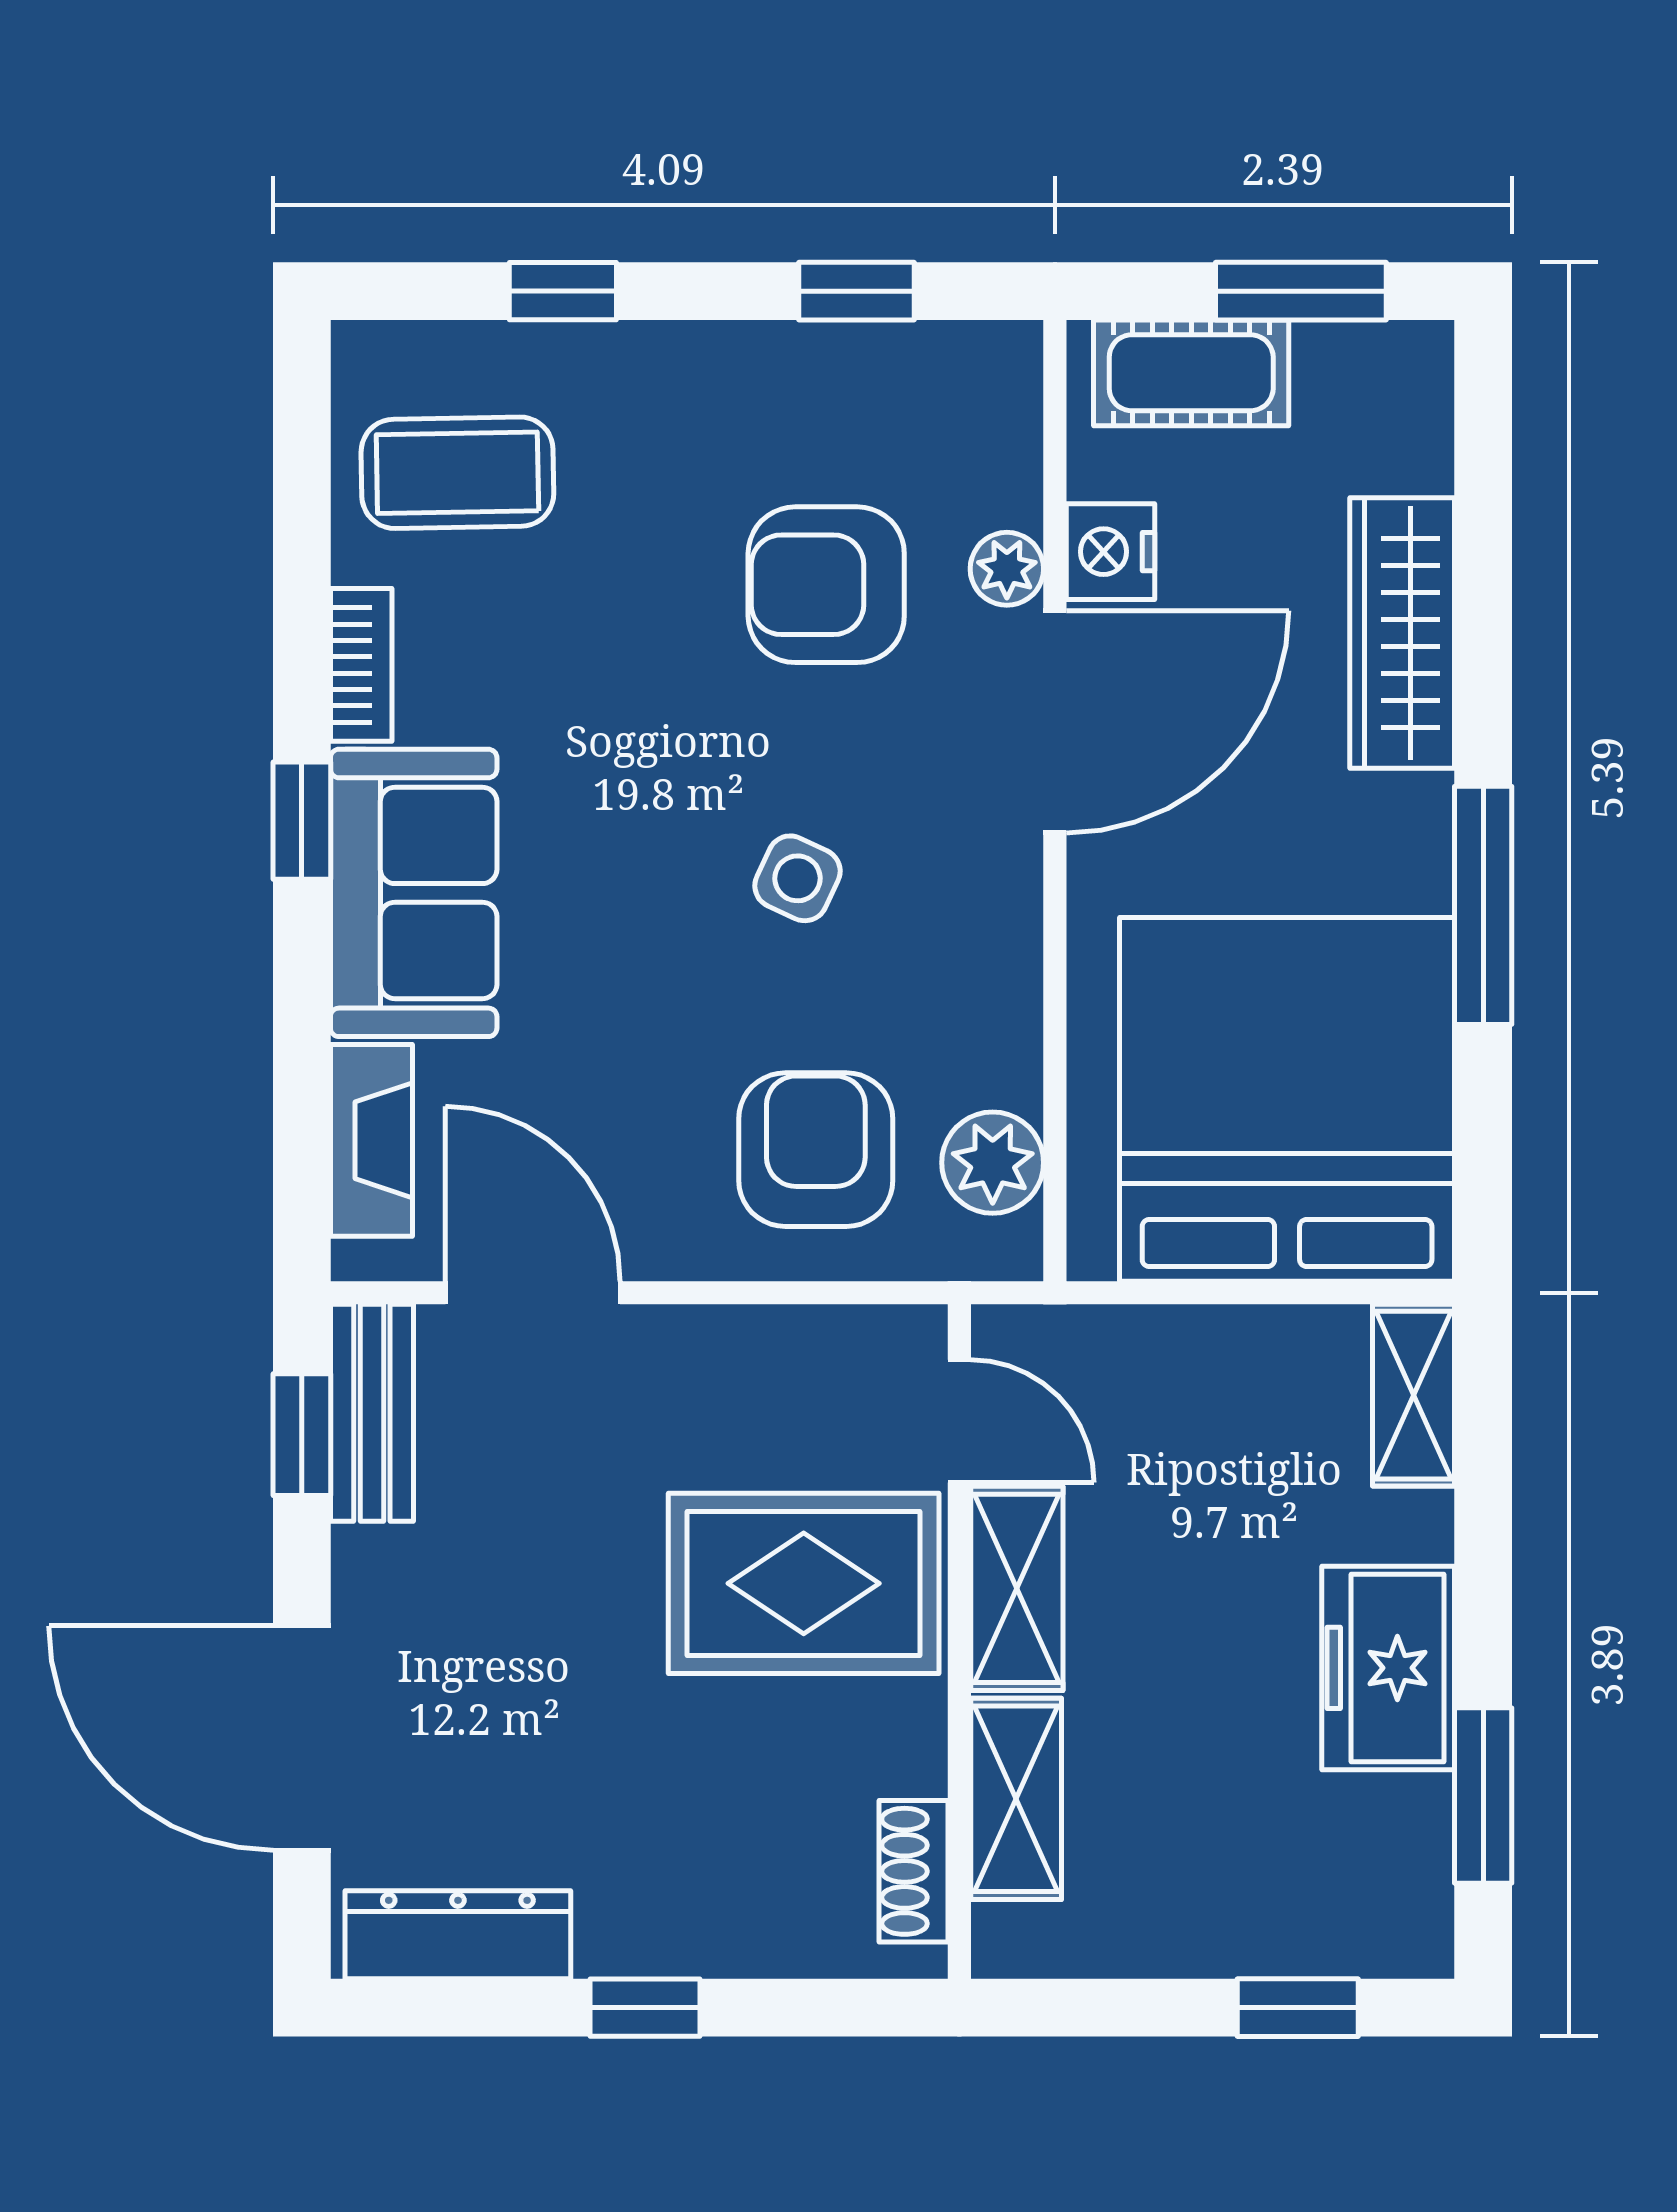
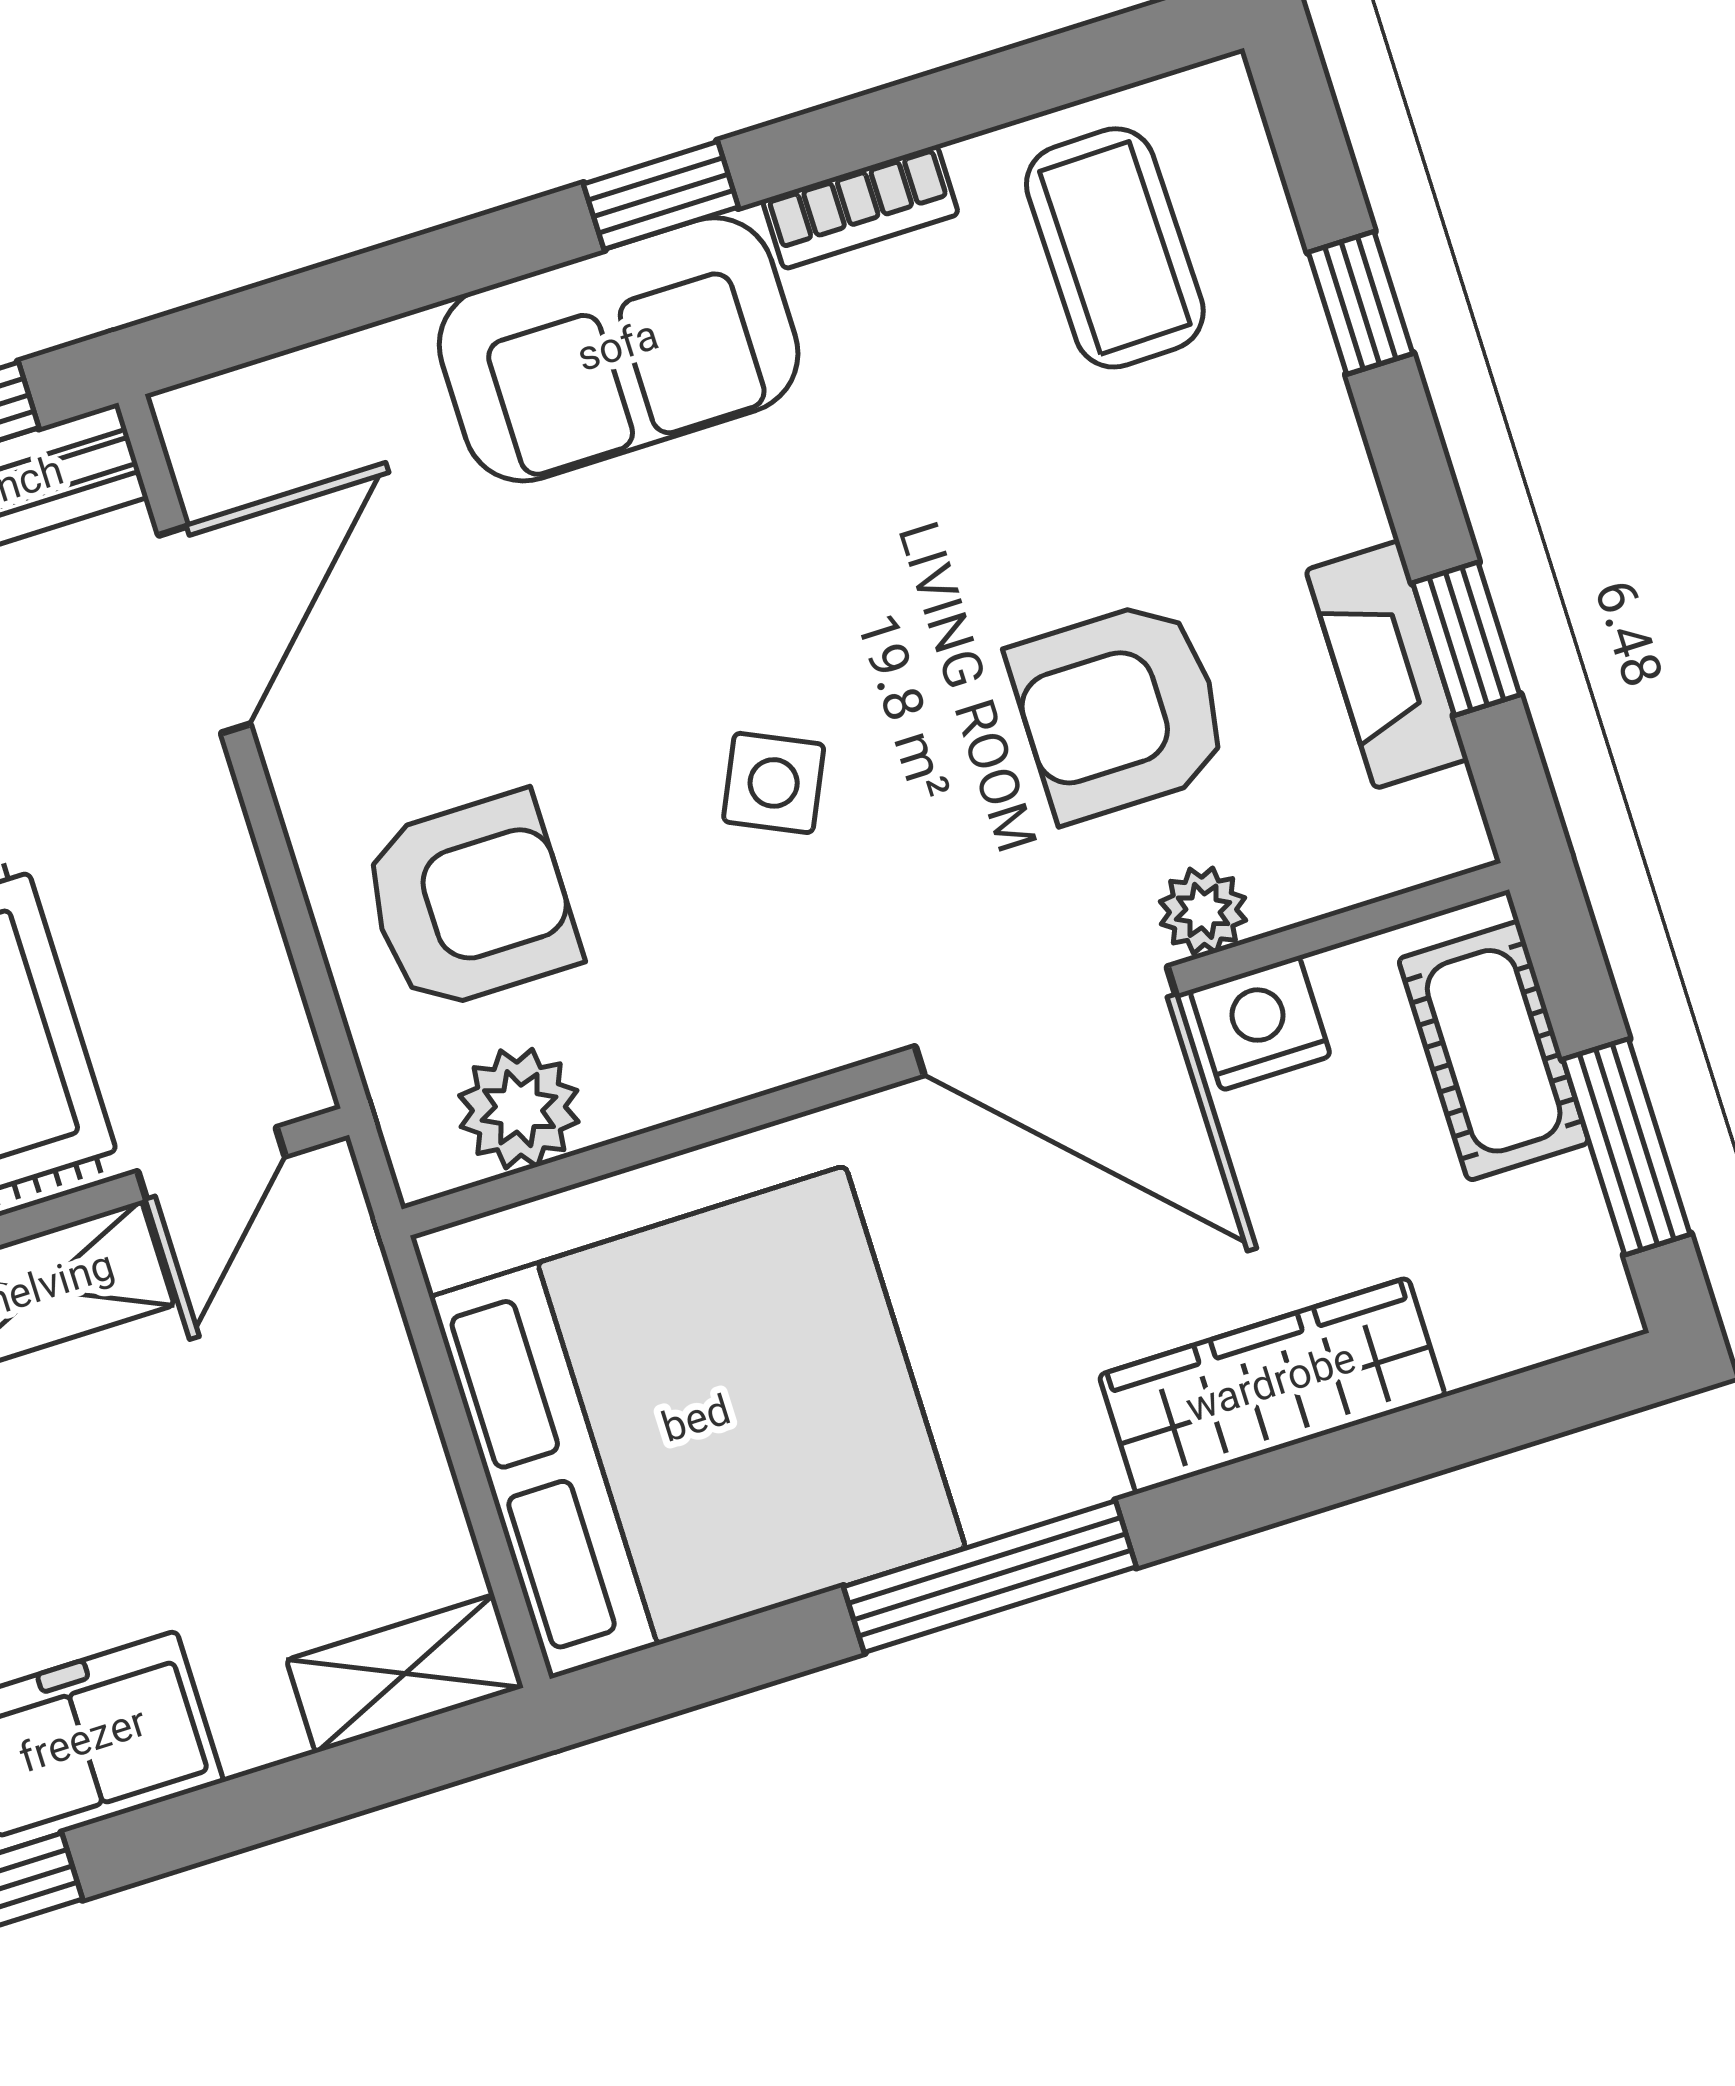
armchair: (826, 585) -> (1120, 710), turned -90
fireplace: (371, 1140) -> (1387, 665), moved, turned 90

